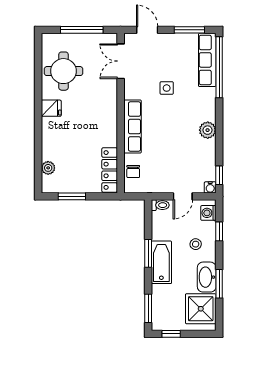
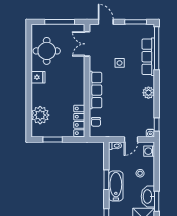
row of seats: (207, 60) -> (148, 57), moved
plant: (48, 168) -> (40, 115), width x1.88, depth x1.88
window: (219, 231) -> (157, 164), removed

